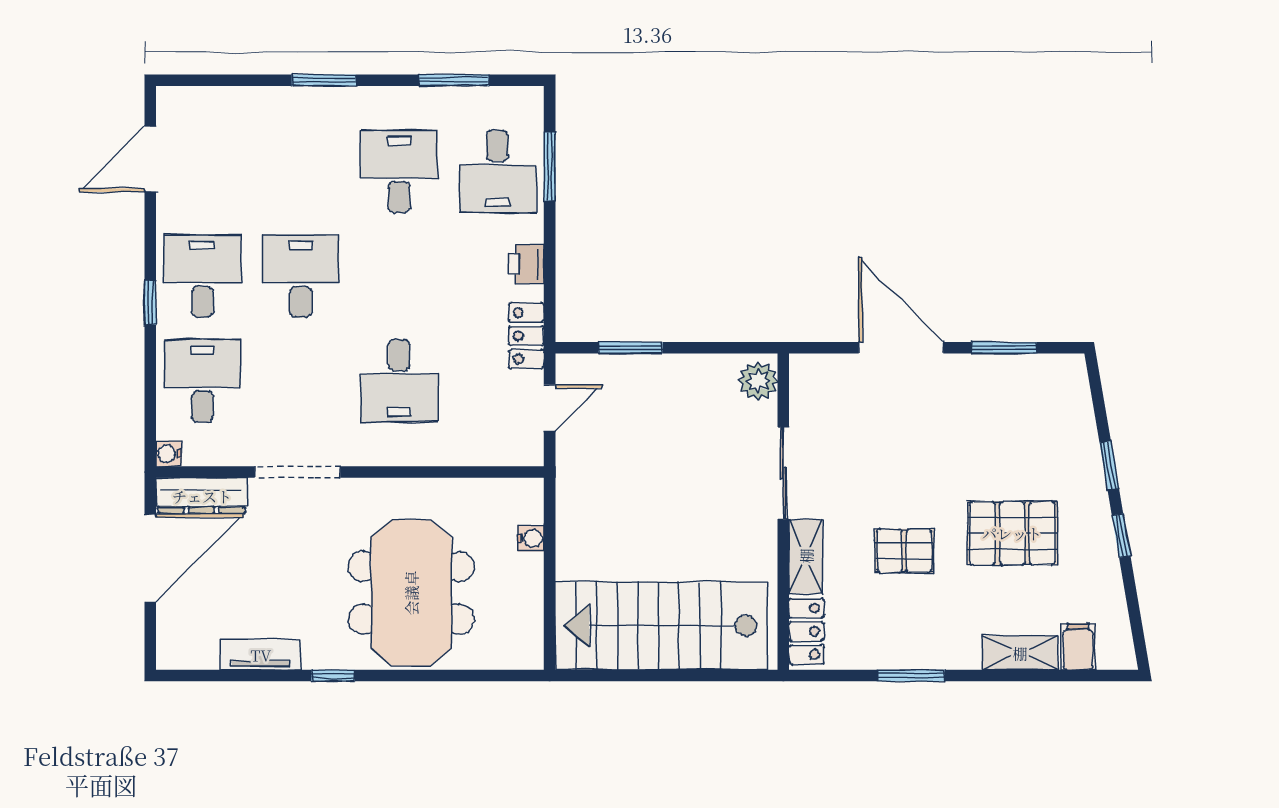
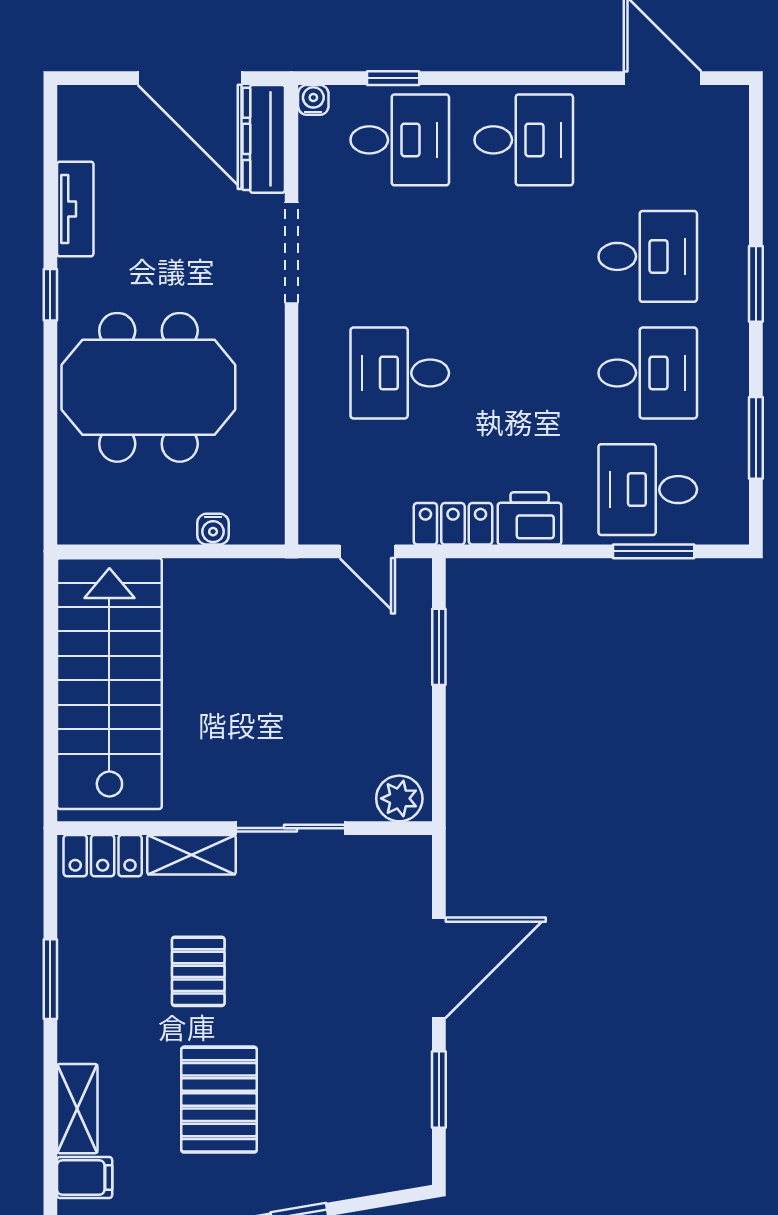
printer: (526, 264) -> (530, 518), width x1.36, depth x1.24
desk: (301, 276) -> (648, 256), moved
window: (150, 303) -> (393, 78), moved

